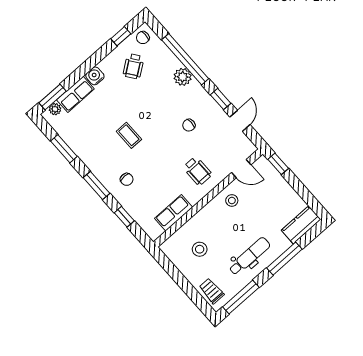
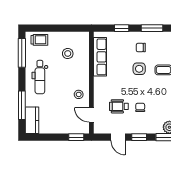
side table: (150, 162) -> (139, 69), added
door: (241, 169) -> (91, 115), hinge flipped
wheelchair: (198, 171) -> (119, 106), moved
row of seats: (174, 213) -> (100, 57), width x1.48
window: (284, 259) -> (22, 105), moved

